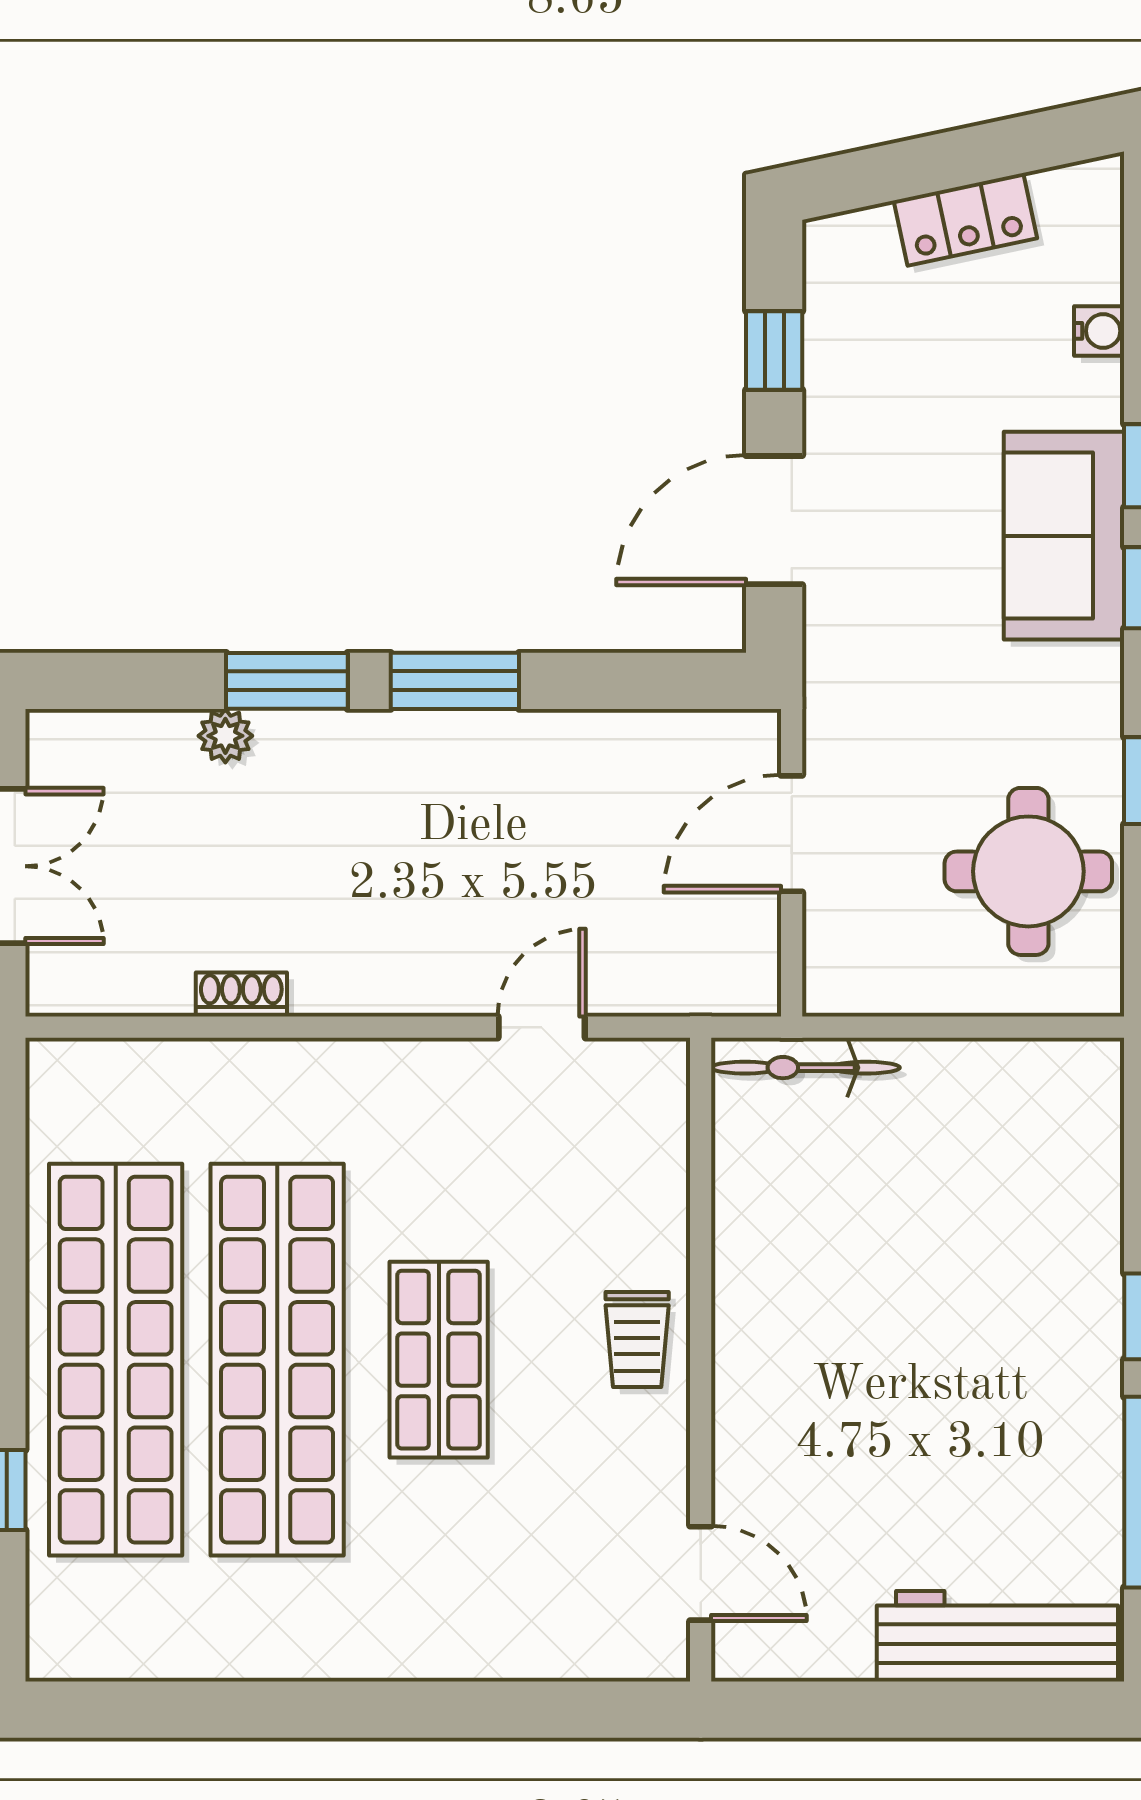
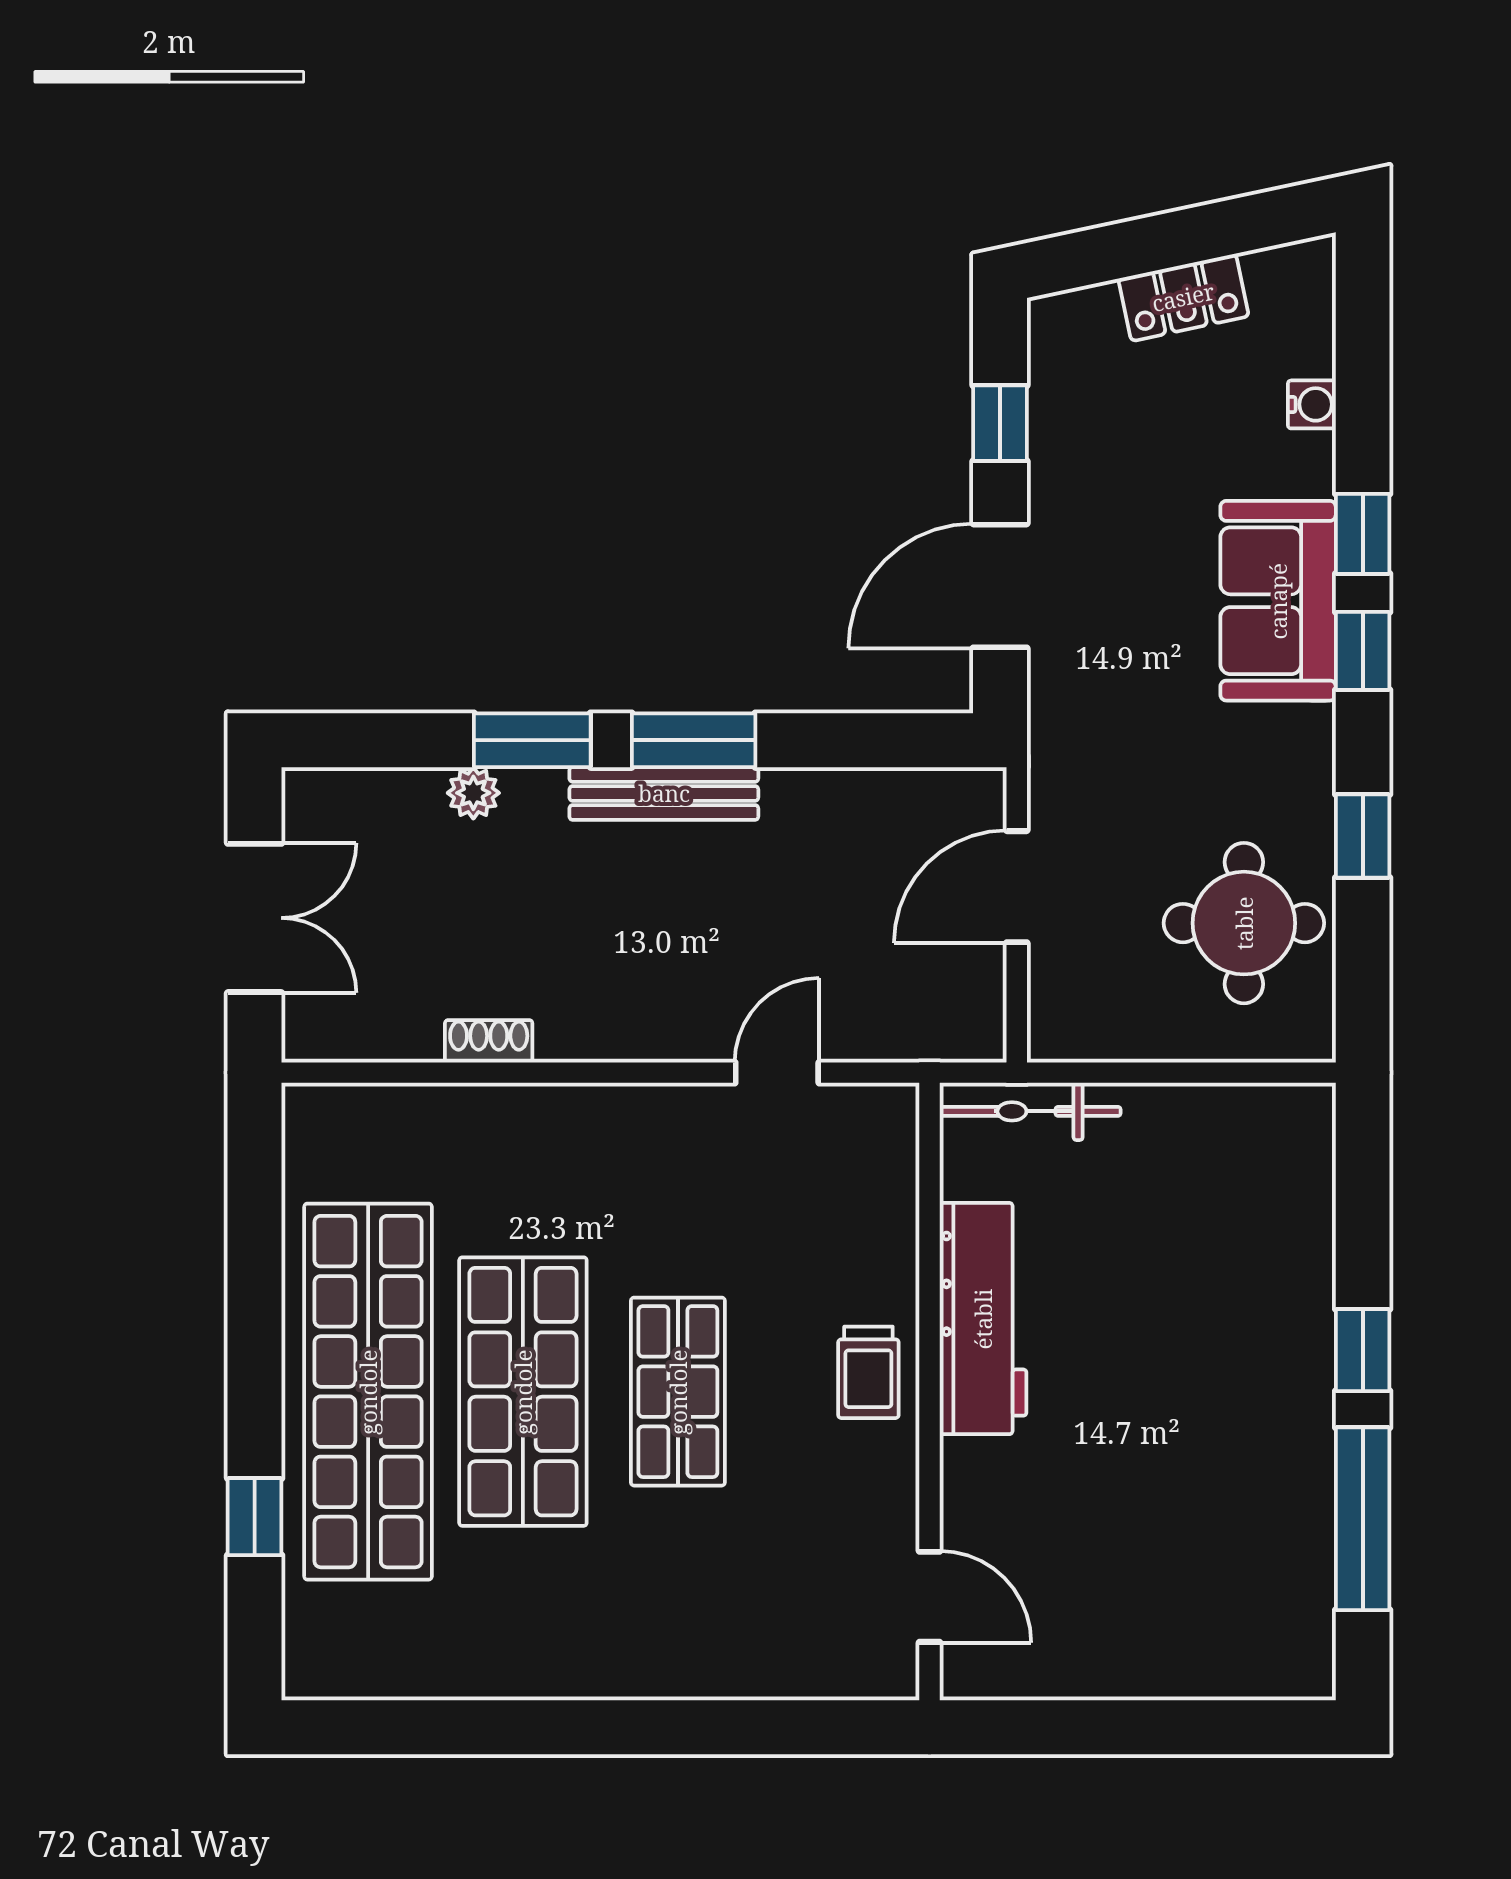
bench: (424, 736) -> (664, 793), added
shop shelf: (277, 1360) -> (523, 1392), width x0.71
workbench: (997, 1636) -> (983, 1319), moved, turned 90

